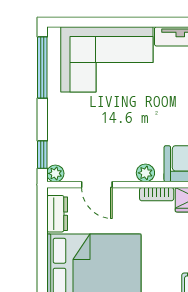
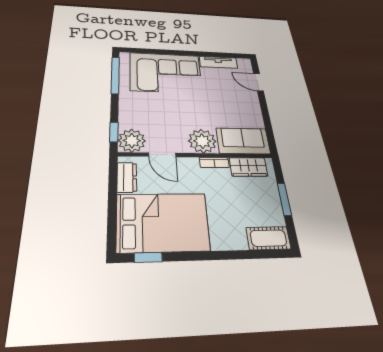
plant: (55, 173) -> (132, 141), width x1.87, depth x1.87
plant: (145, 173) -> (202, 141), width x1.88, depth x1.88

